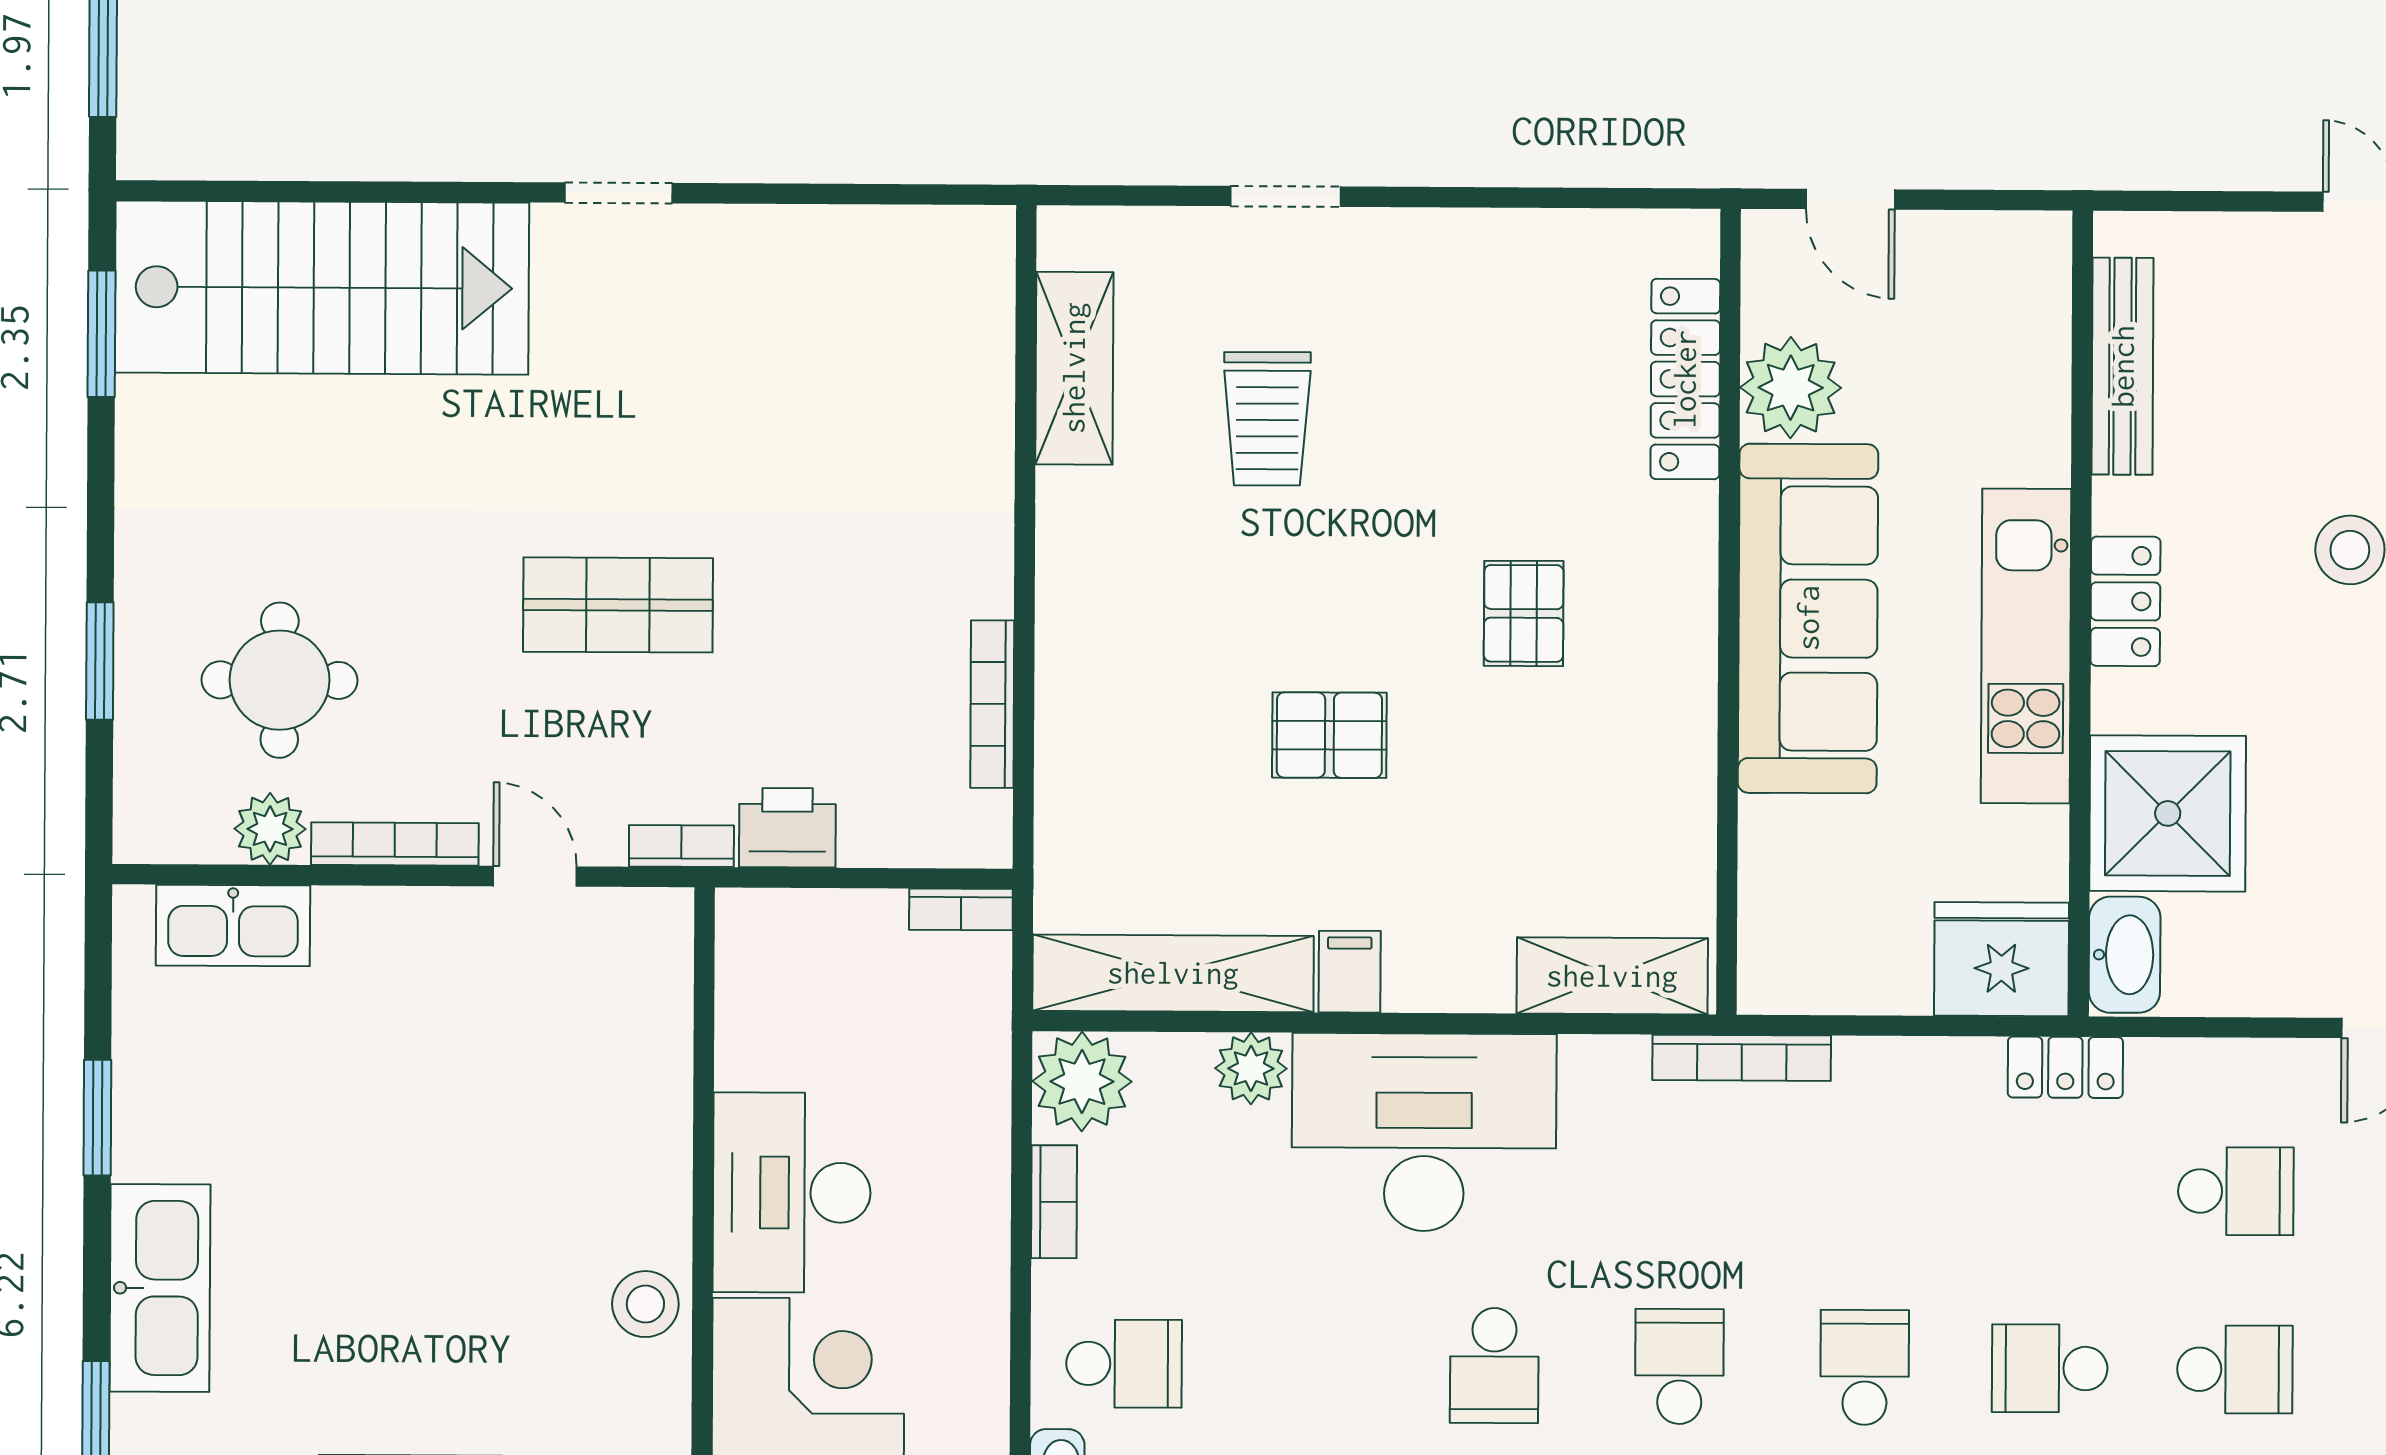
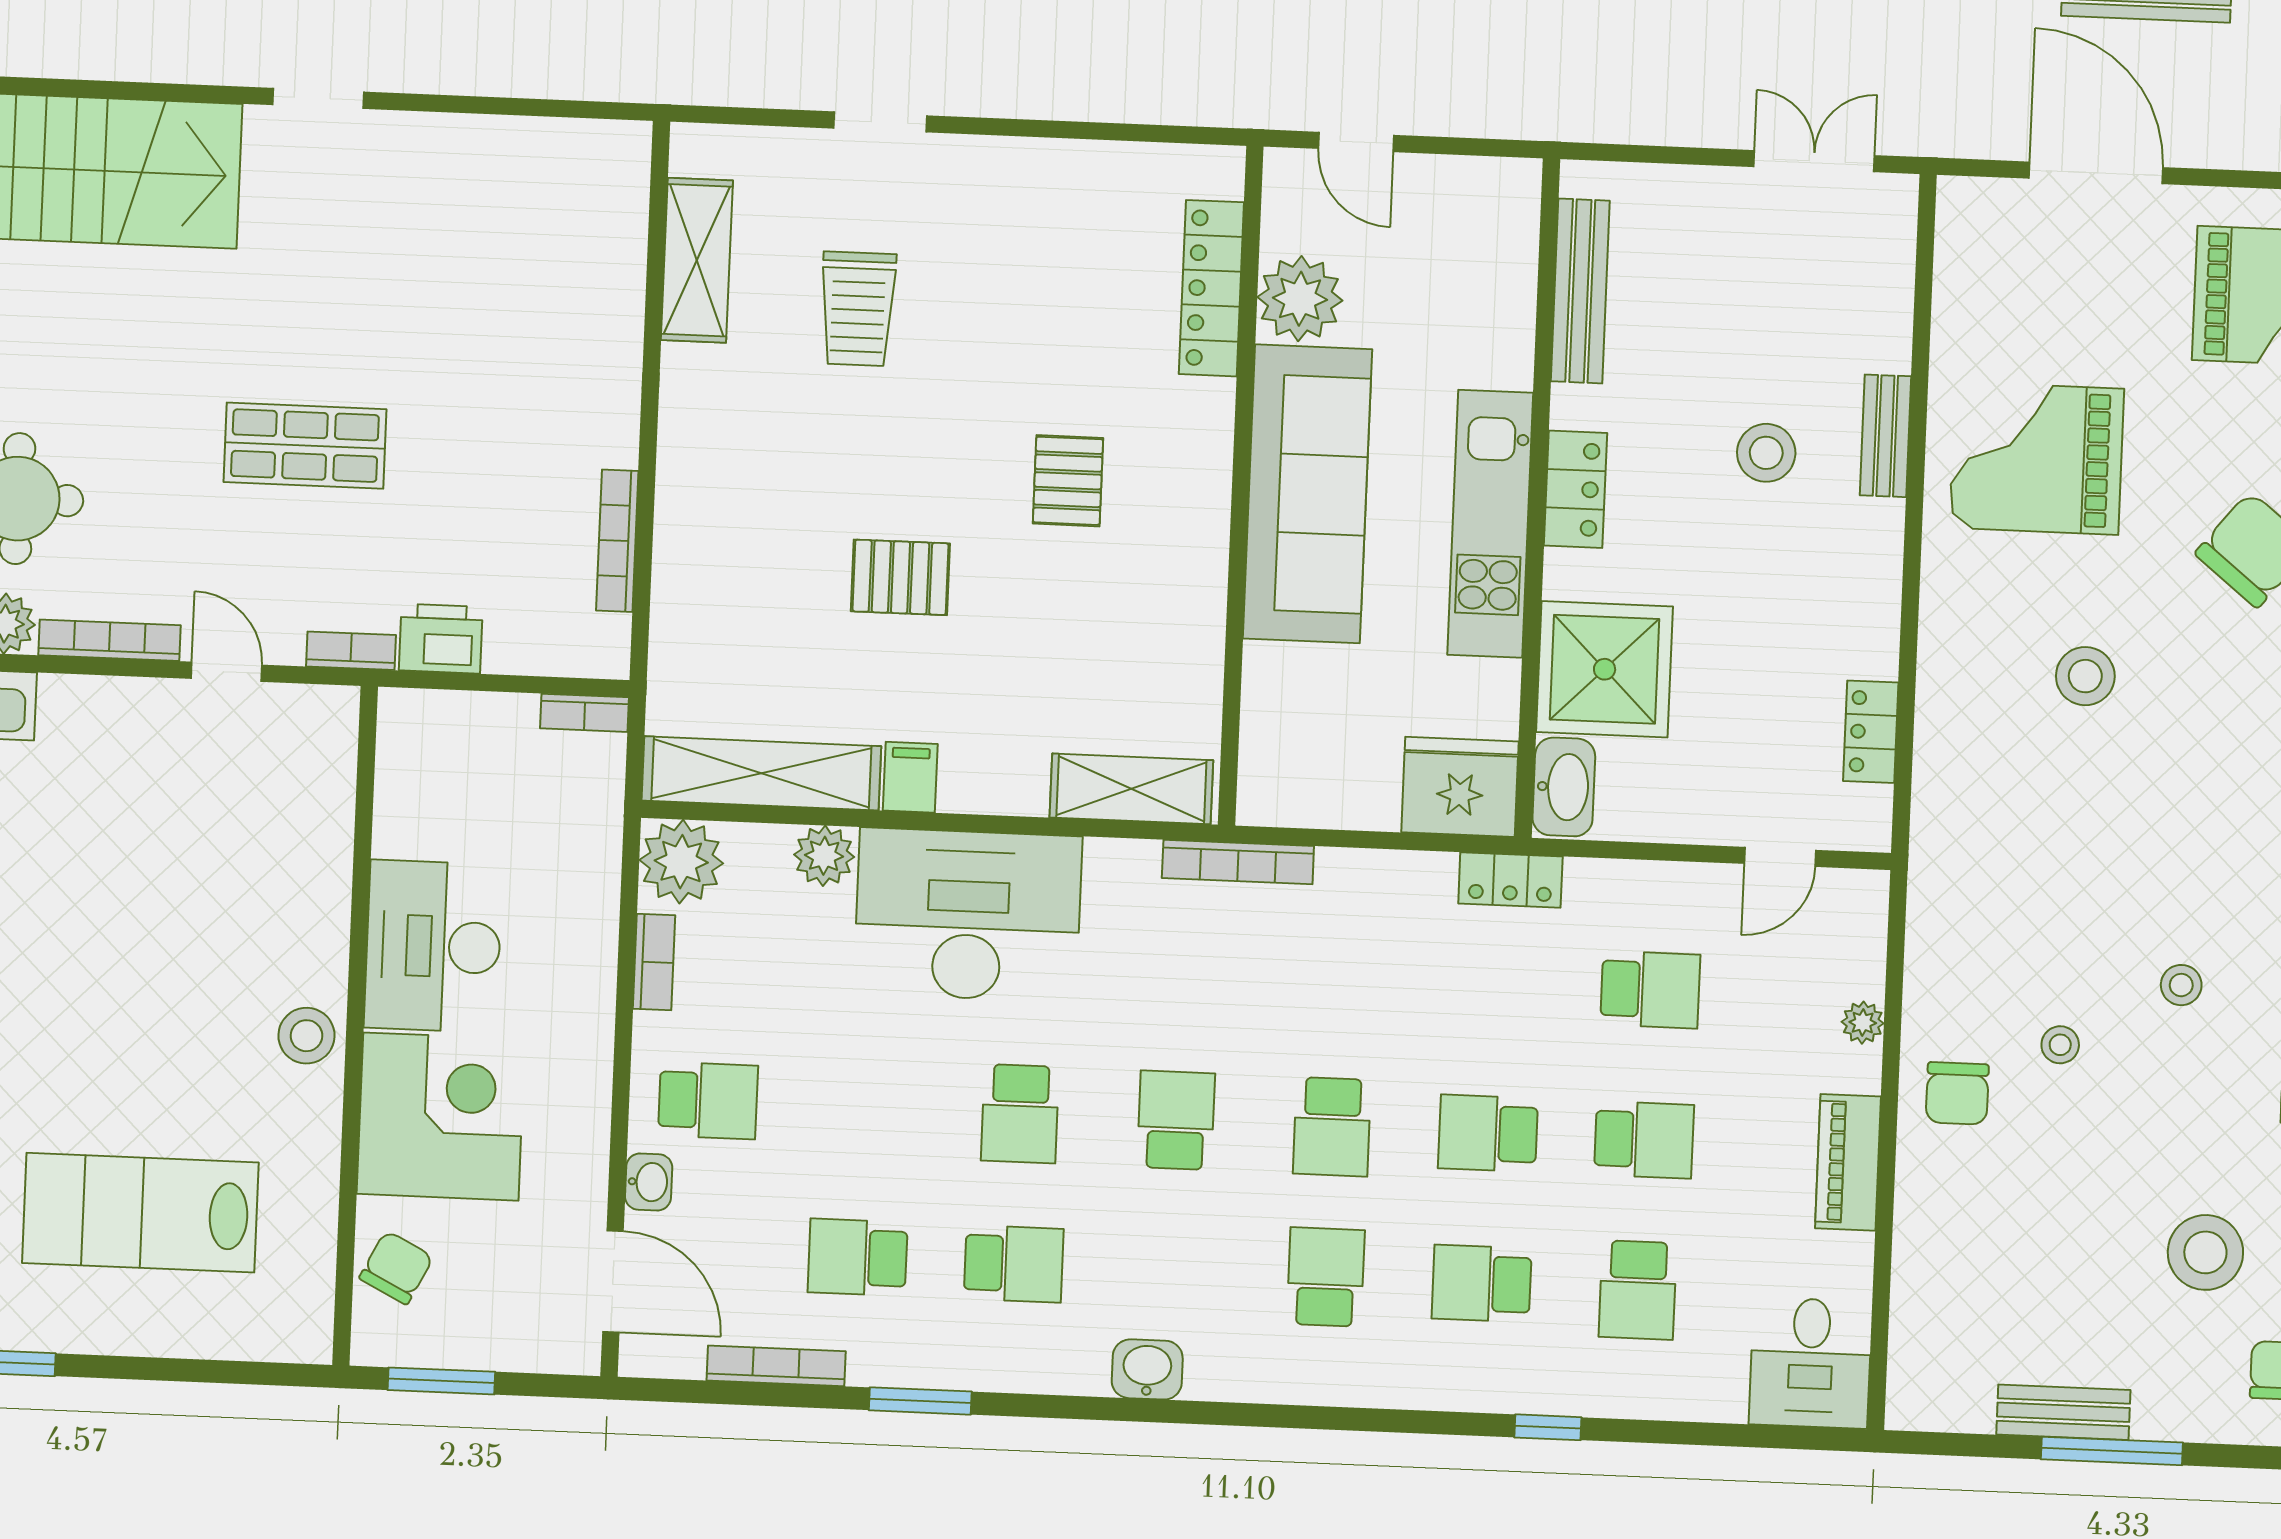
school desk: (1865, 1367) -> (1332, 1127), turned 180

